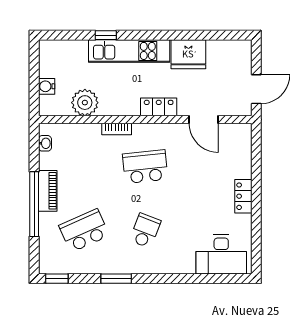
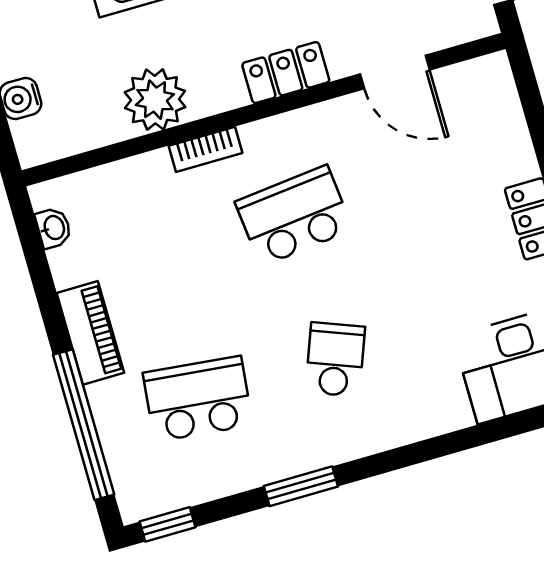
plant: (85, 103) -> (155, 100), moved
window: (34, 204) -> (84, 425), moved
school desk: (84, 231) -> (198, 399), turned 30

